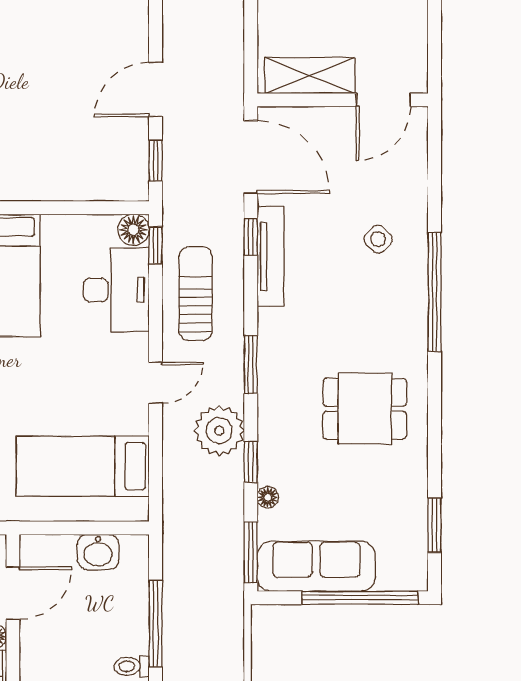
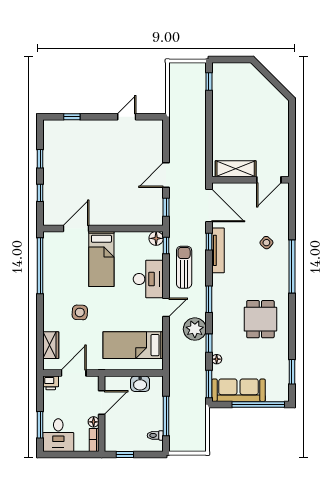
desk: (116, 290) -> (148, 279), moved
dining table: (365, 409) -> (260, 319), turned 90

